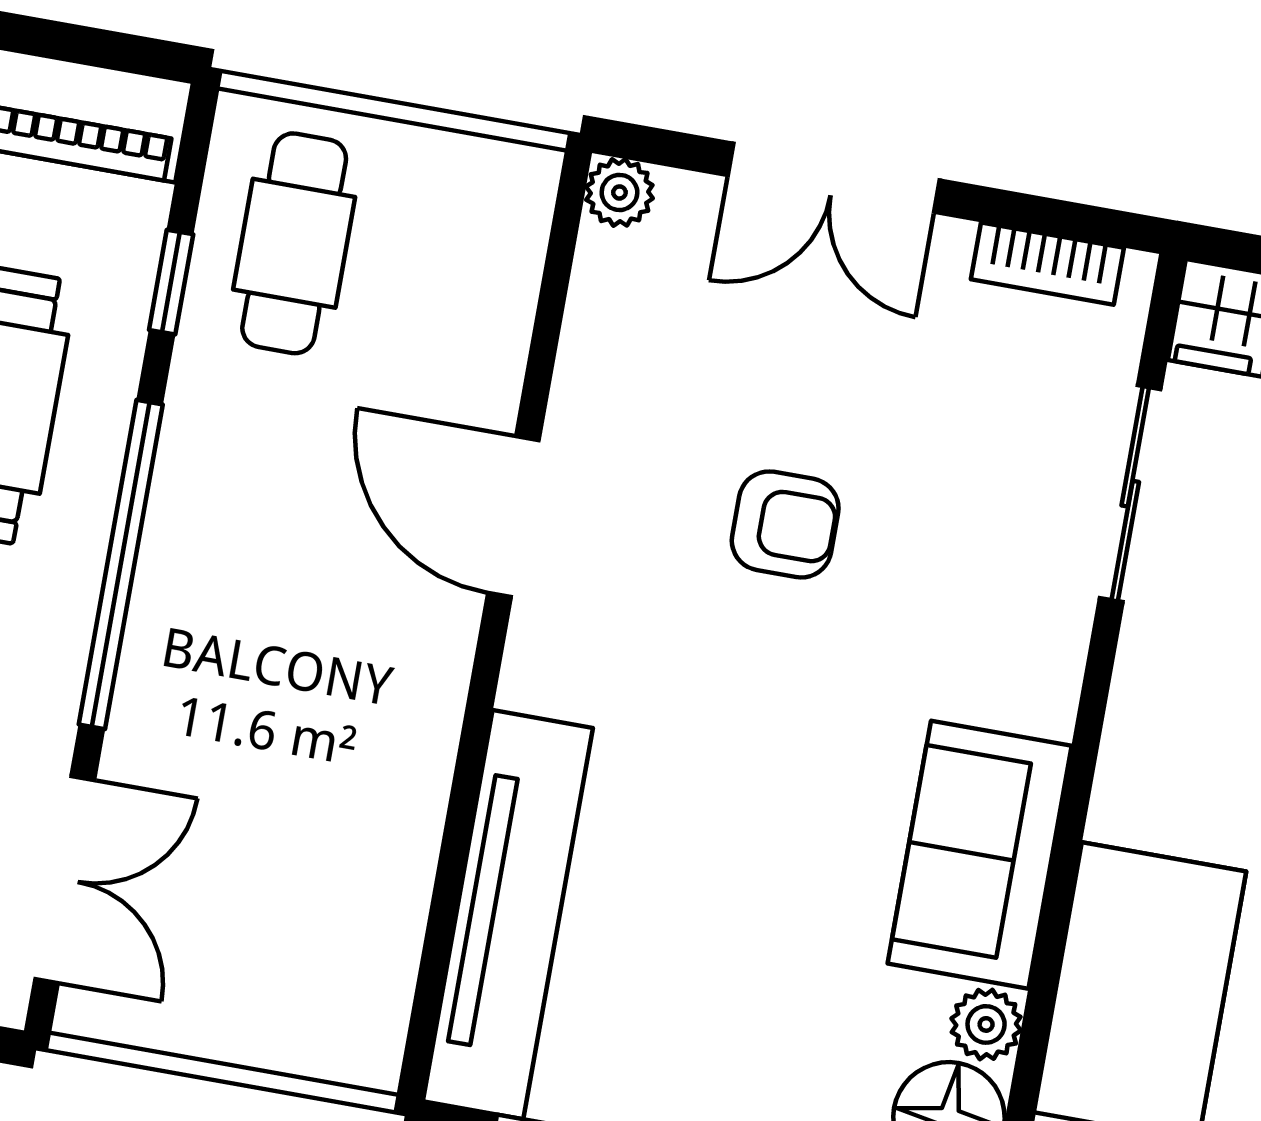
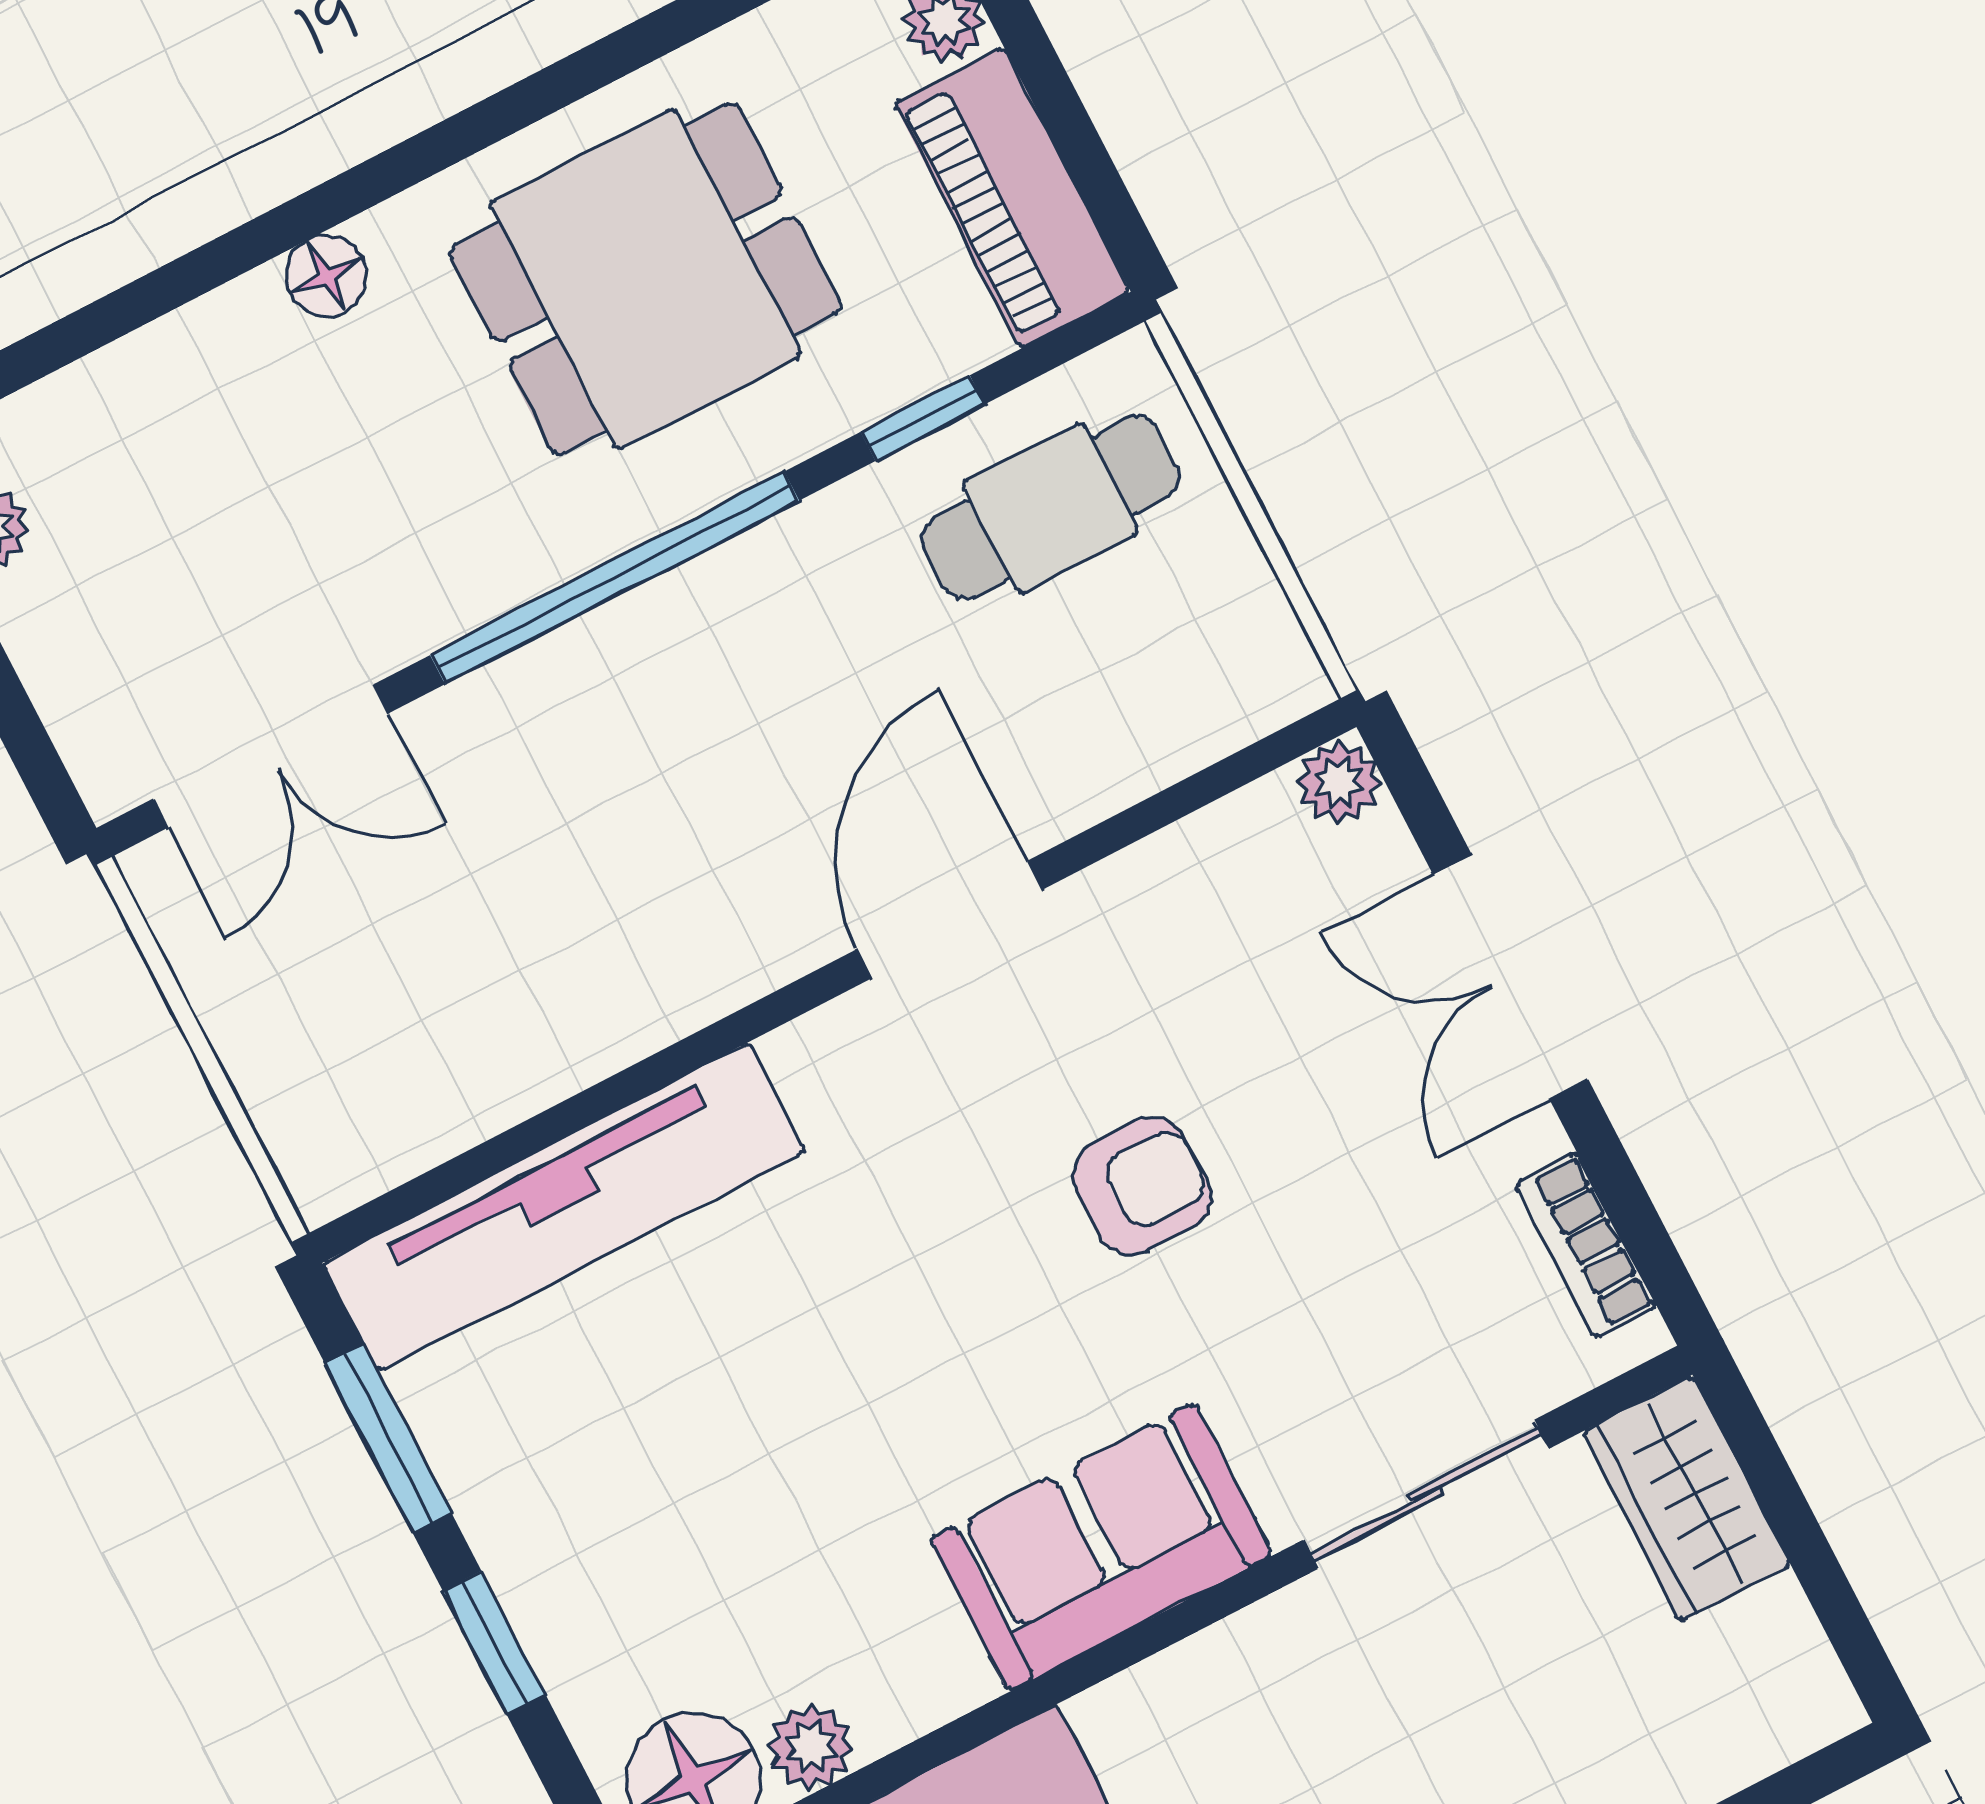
armchair: (785, 524) -> (1142, 1186), turned -90
sofa: (980, 855) -> (1101, 1547), moved

